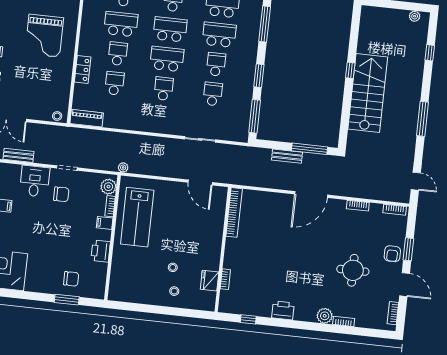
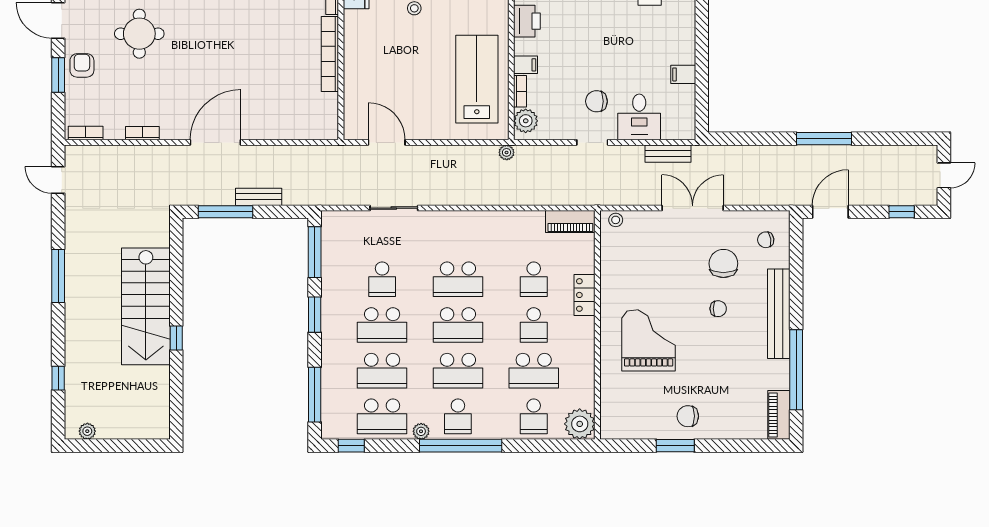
school desk: (216, 64) -> (382, 325), width x1.85
school desk: (164, 89) -> (458, 279), width x1.85
bookcase: (234, 212) -> (330, 54), moved

